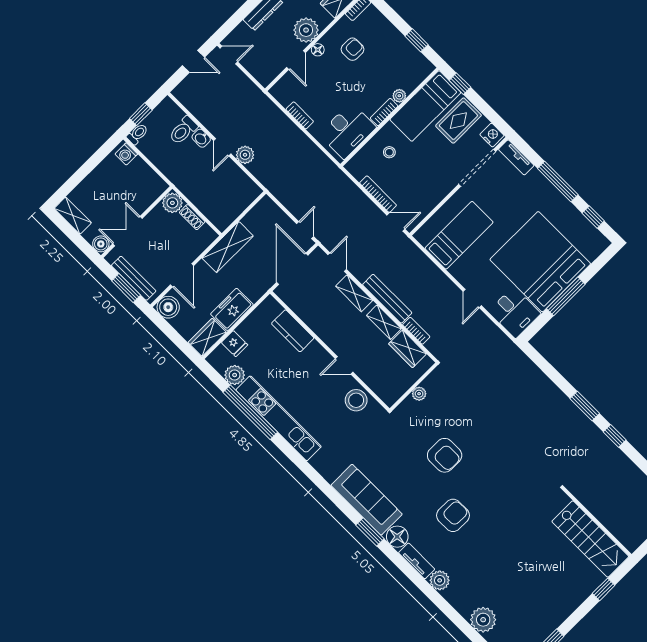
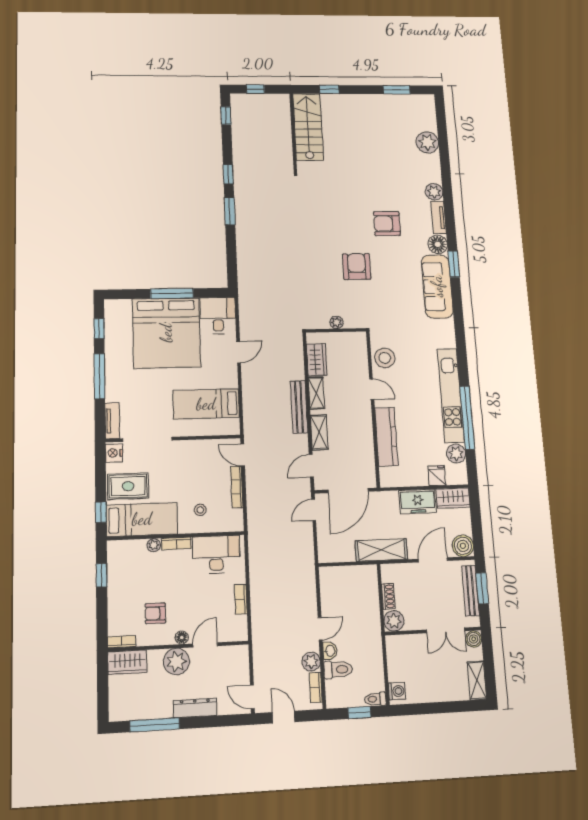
plant: (245, 155) -> (311, 662), moved
kitchen counter: (293, 331) -> (386, 437), width x1.50
bookcase: (416, 331) -> (316, 687), moved

